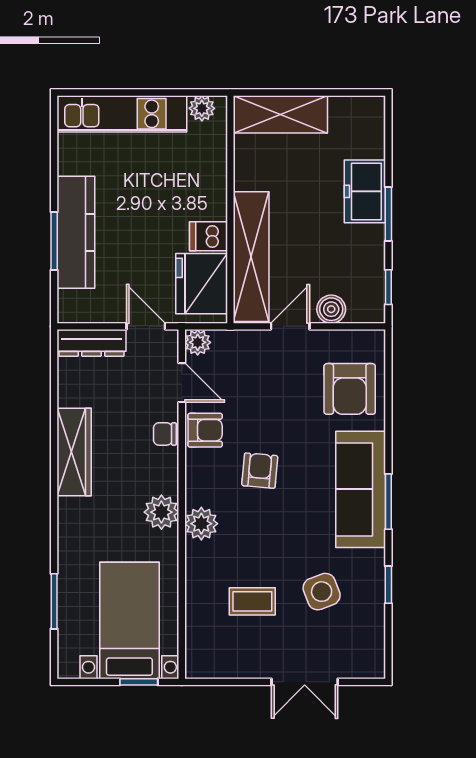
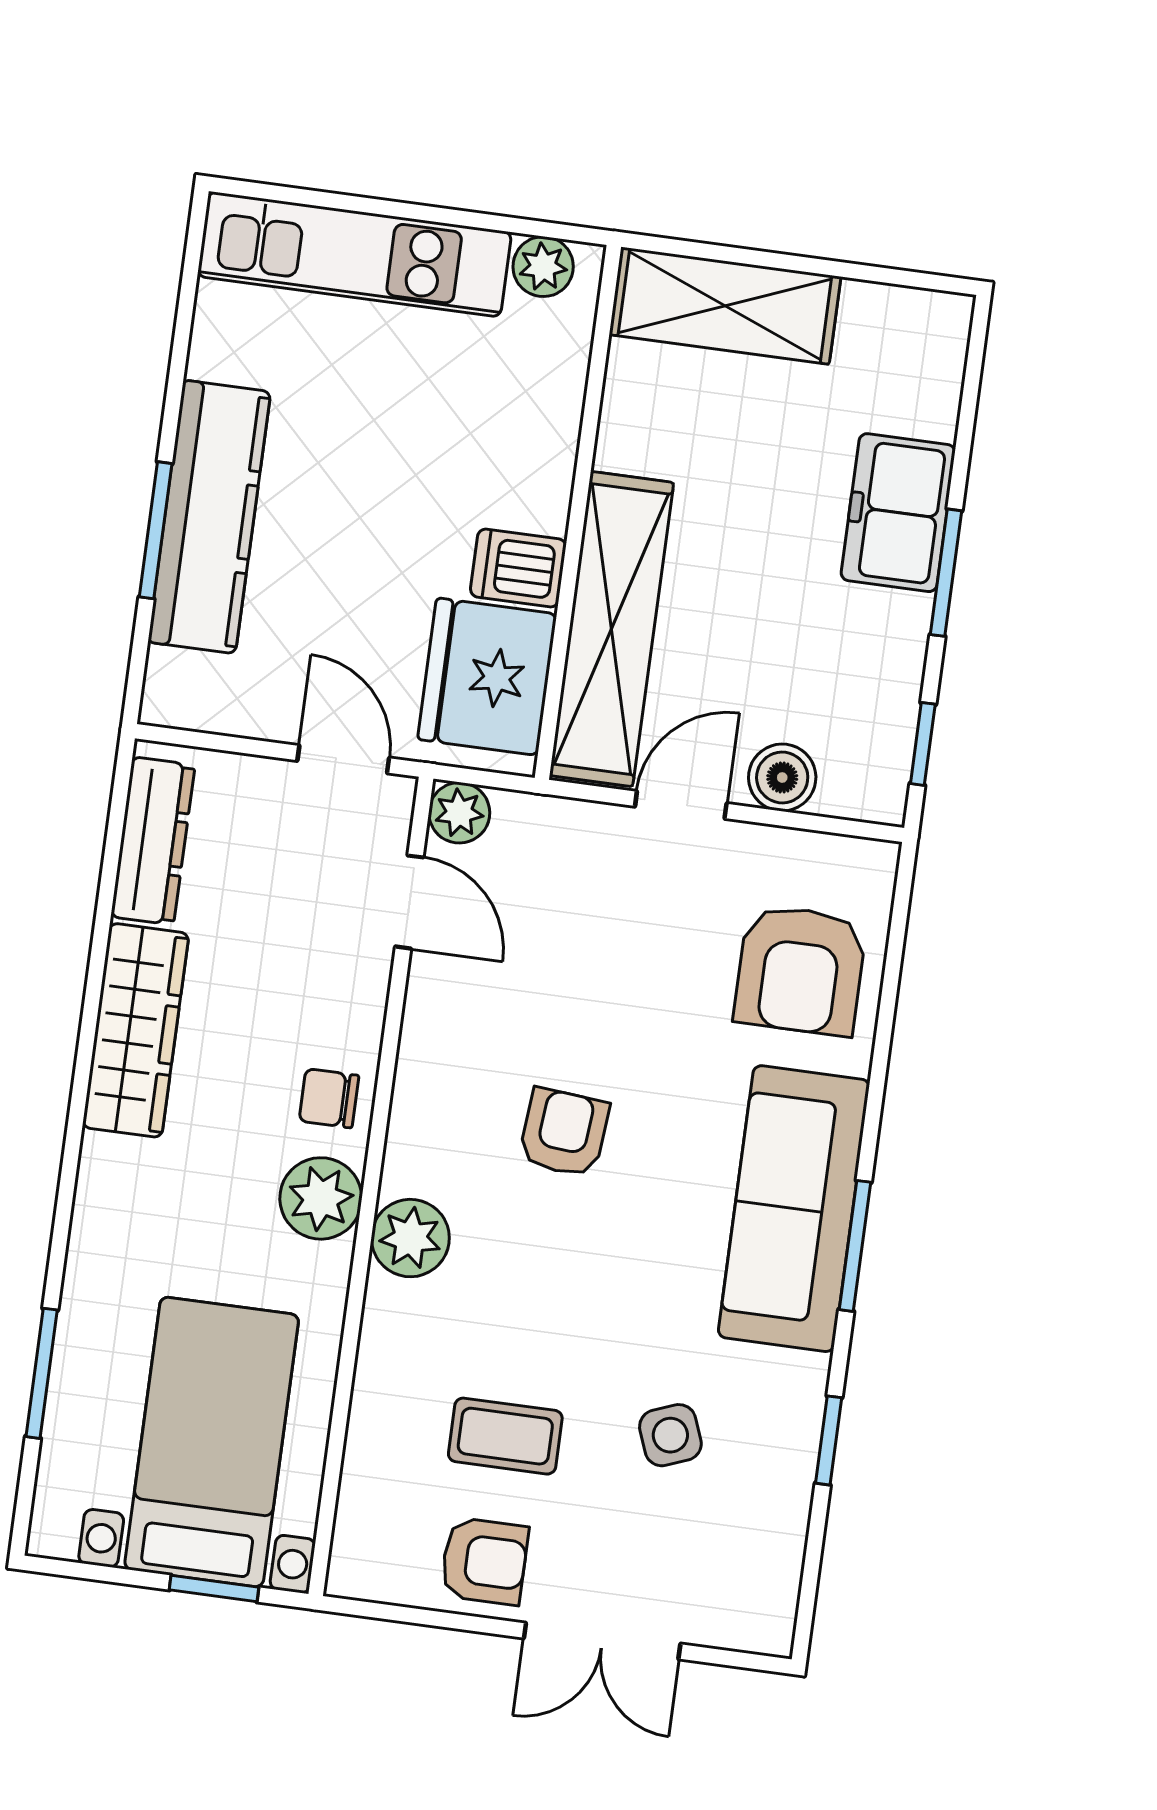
dresser: (92, 343) -> (153, 841), moved, turned -90
armchair: (205, 430) -> (484, 1561), moved
chair: (165, 434) -> (329, 1098), moved
side table: (322, 592) -> (670, 1435), width x0.73, depth x0.73

